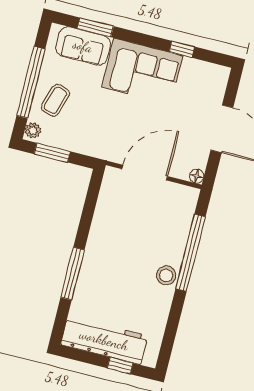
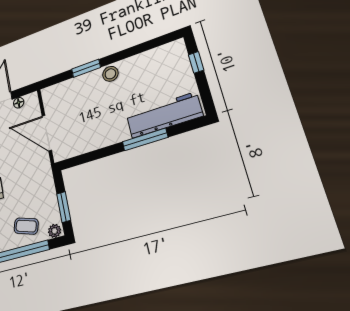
floor lamp: (197, 176) -> (19, 103), moved
window: (190, 253) -> (86, 68), width x0.47
workbench: (104, 340) -> (164, 115), moved, turned 90

